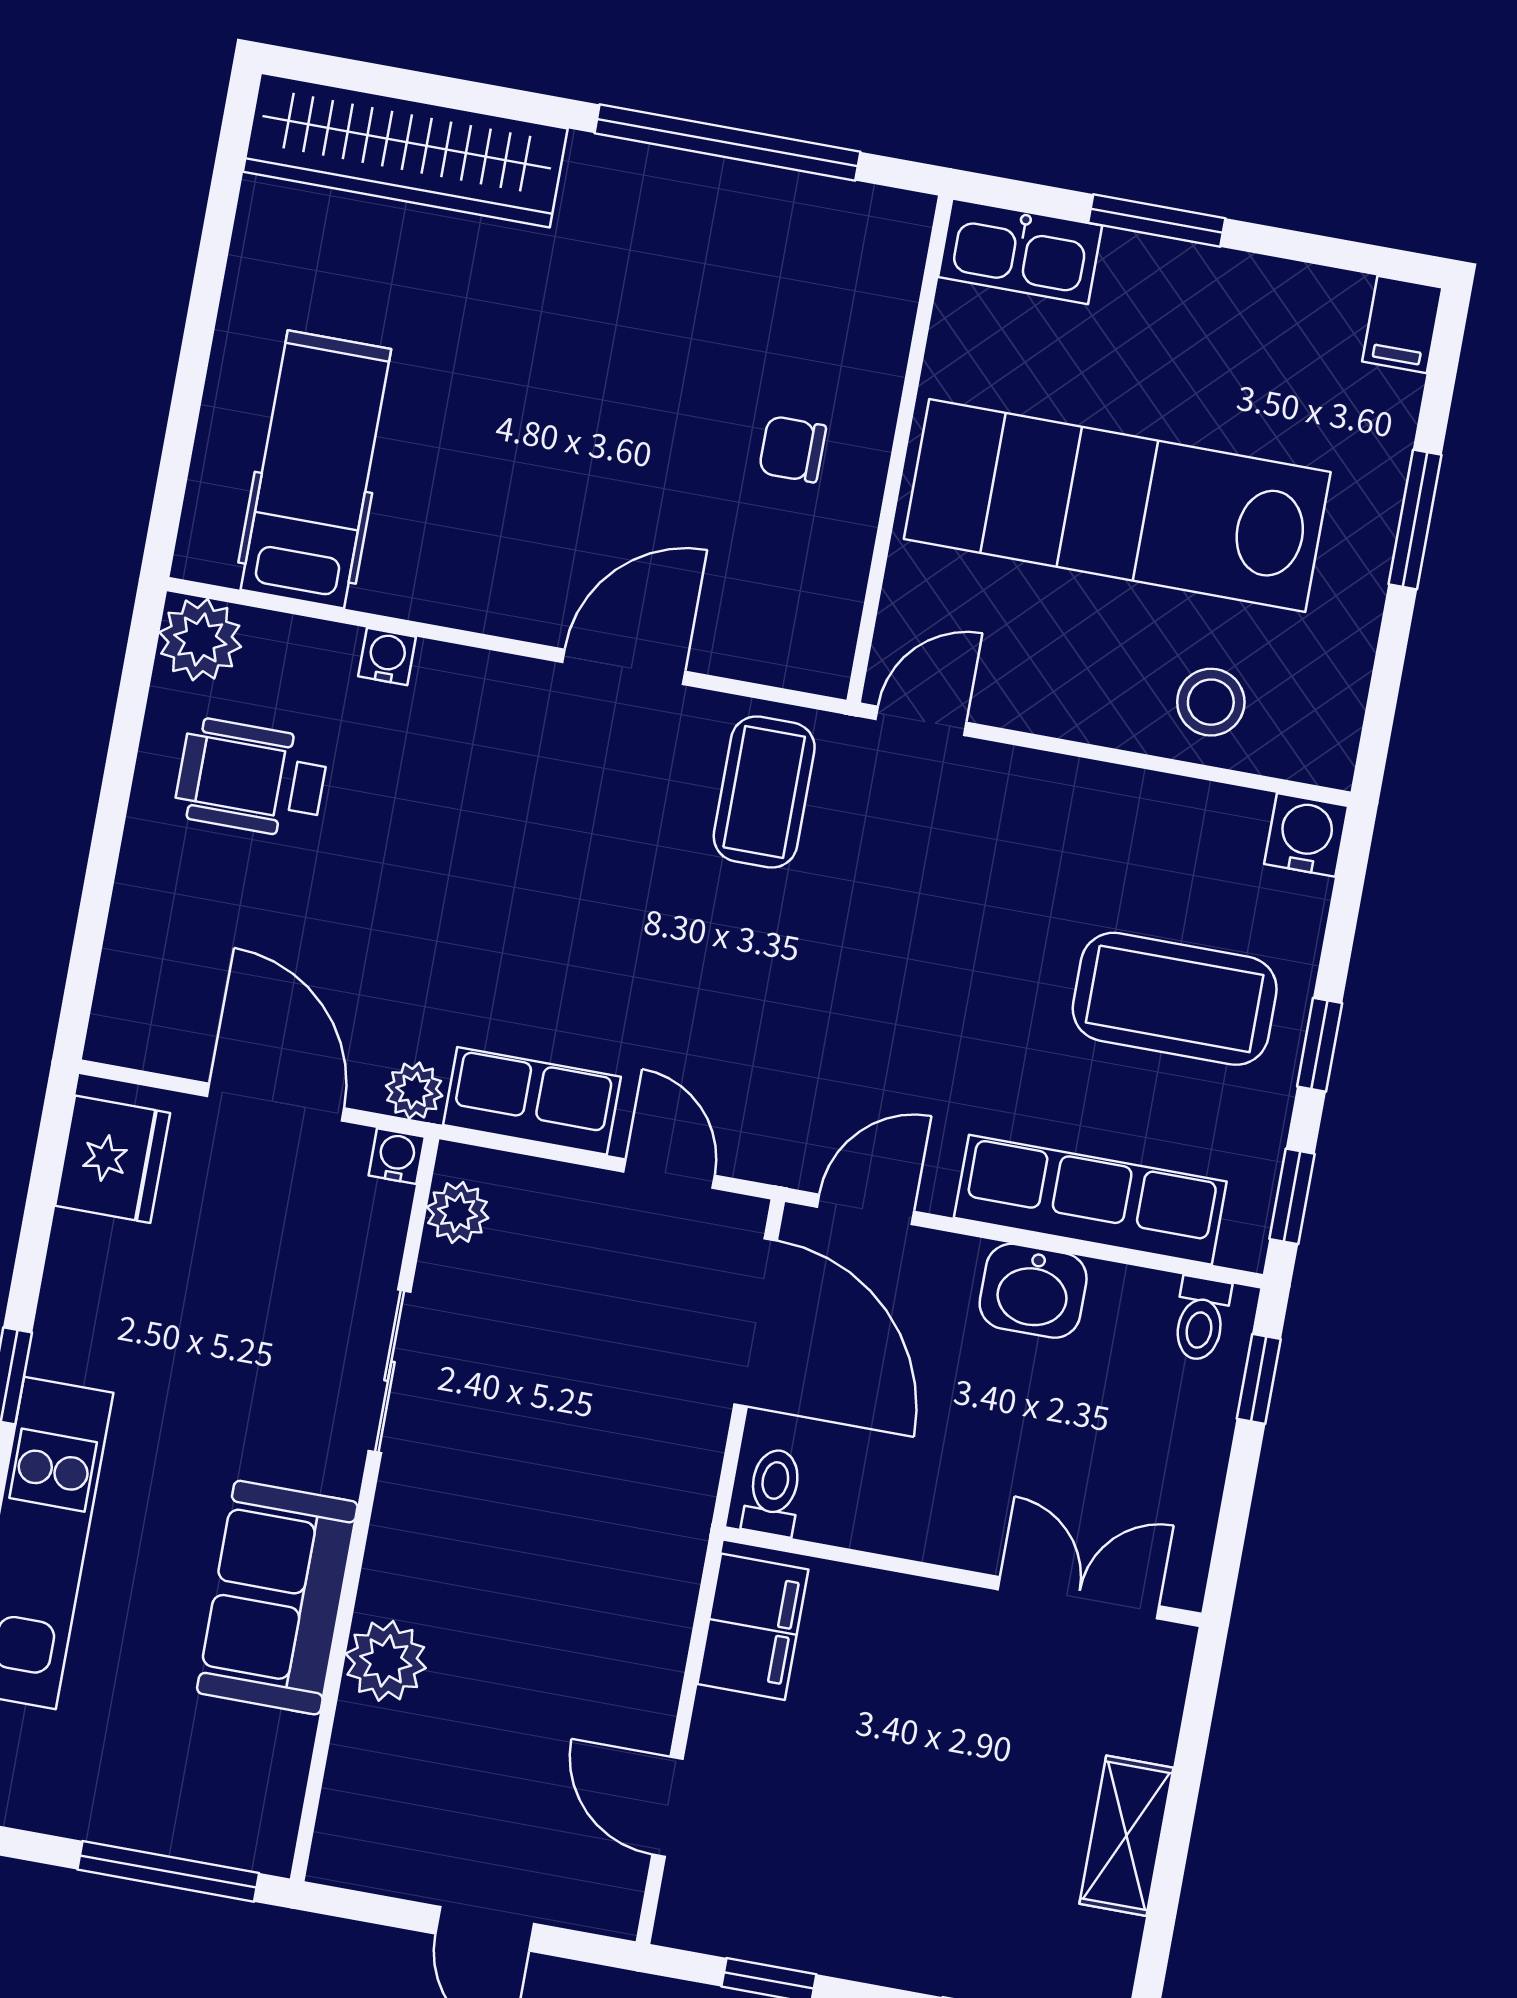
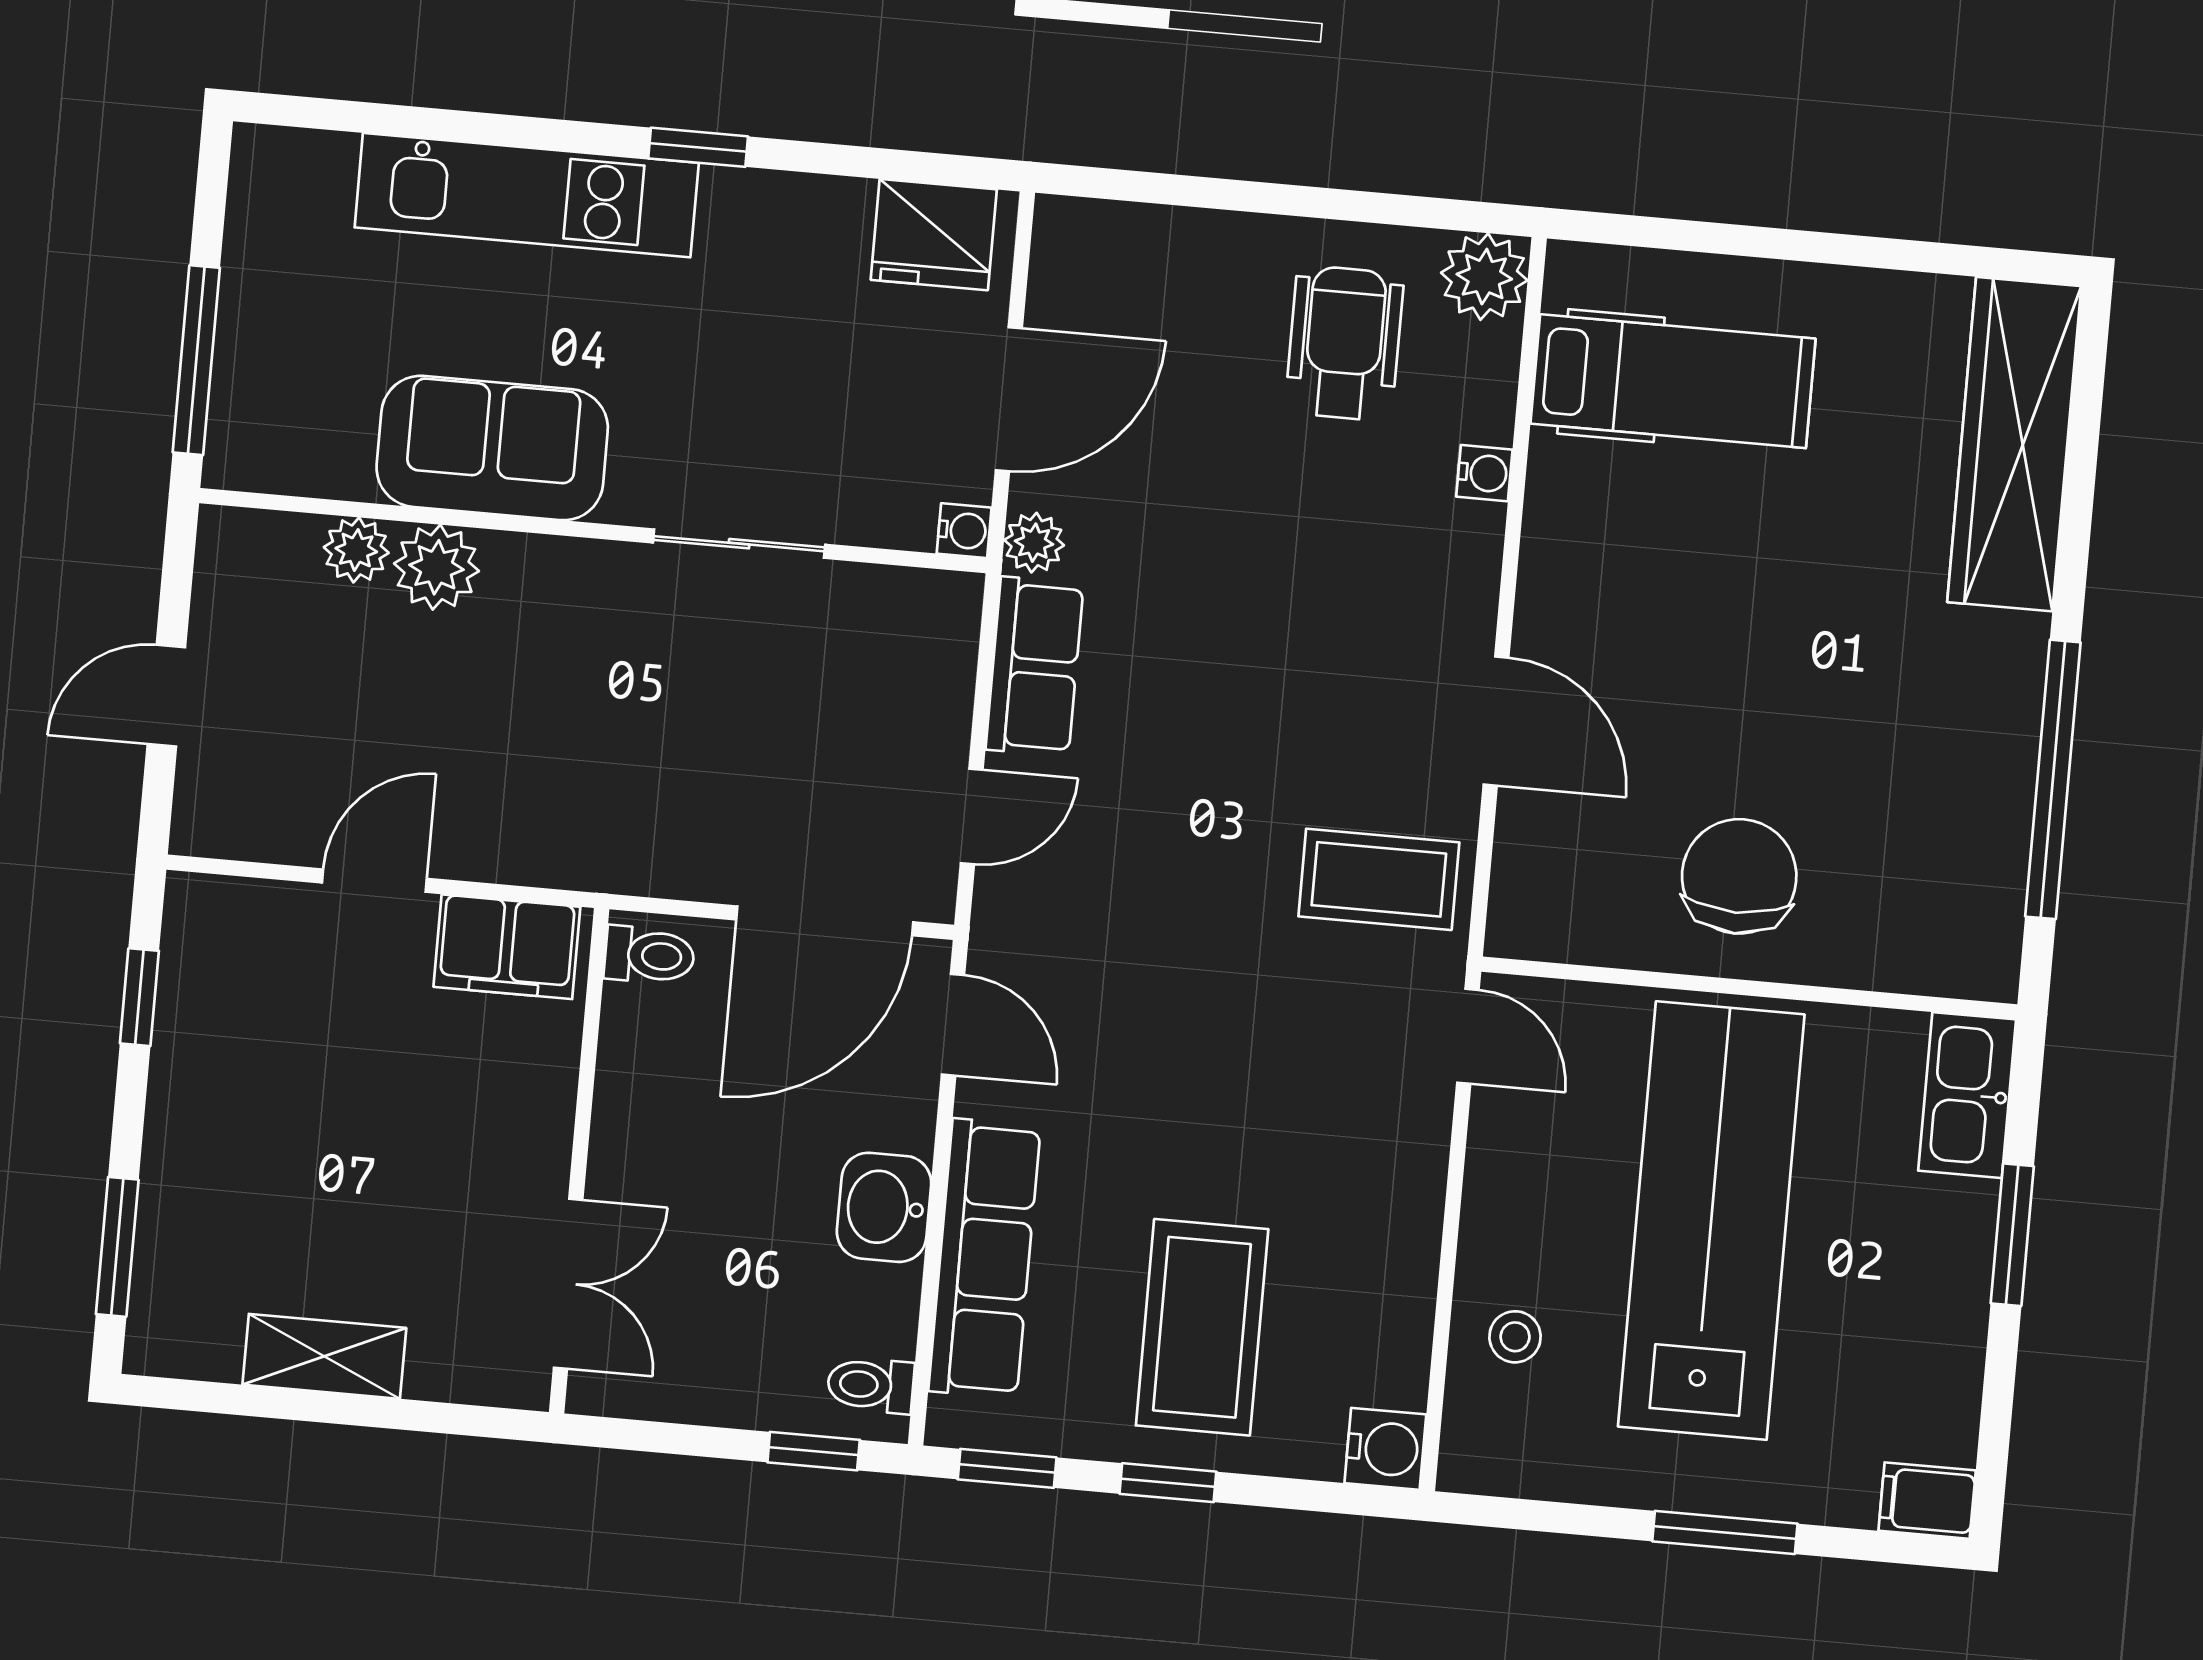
chair: (792, 449) -> (1739, 876), width x1.87, depth x1.87
stool: (1211, 702) -> (1515, 1337), width x0.73, depth x0.73
plant: (458, 1213) -> (356, 550), moved
door: (668, 1807) -> (374, 881), moved

